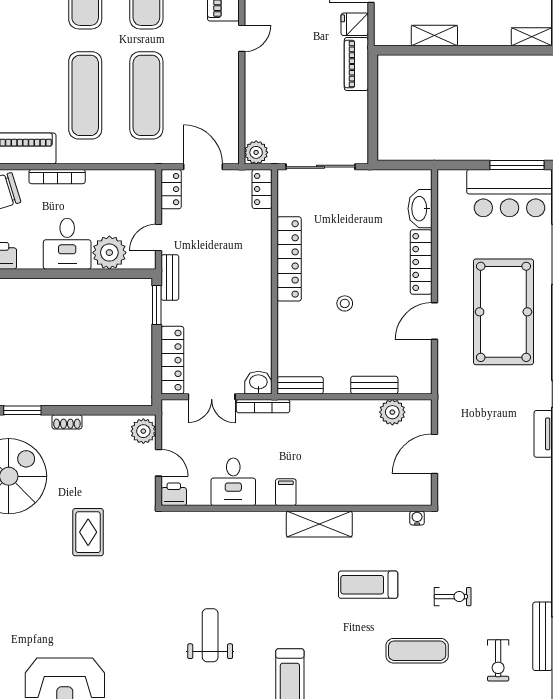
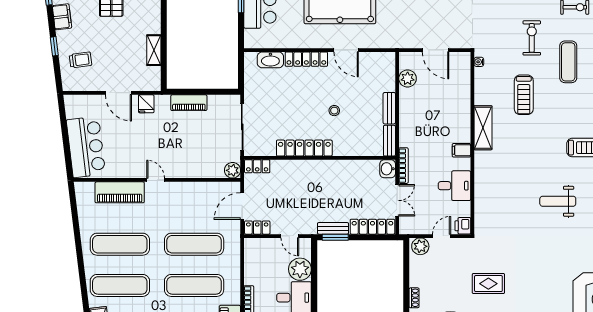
piano: (356, 64) -> (189, 103), moved
bench: (170, 277) -> (333, 228), moved
bench: (374, 385) -> (389, 108), moved
exercise bike: (453, 597) -> (532, 38), width x1.38, depth x1.39

